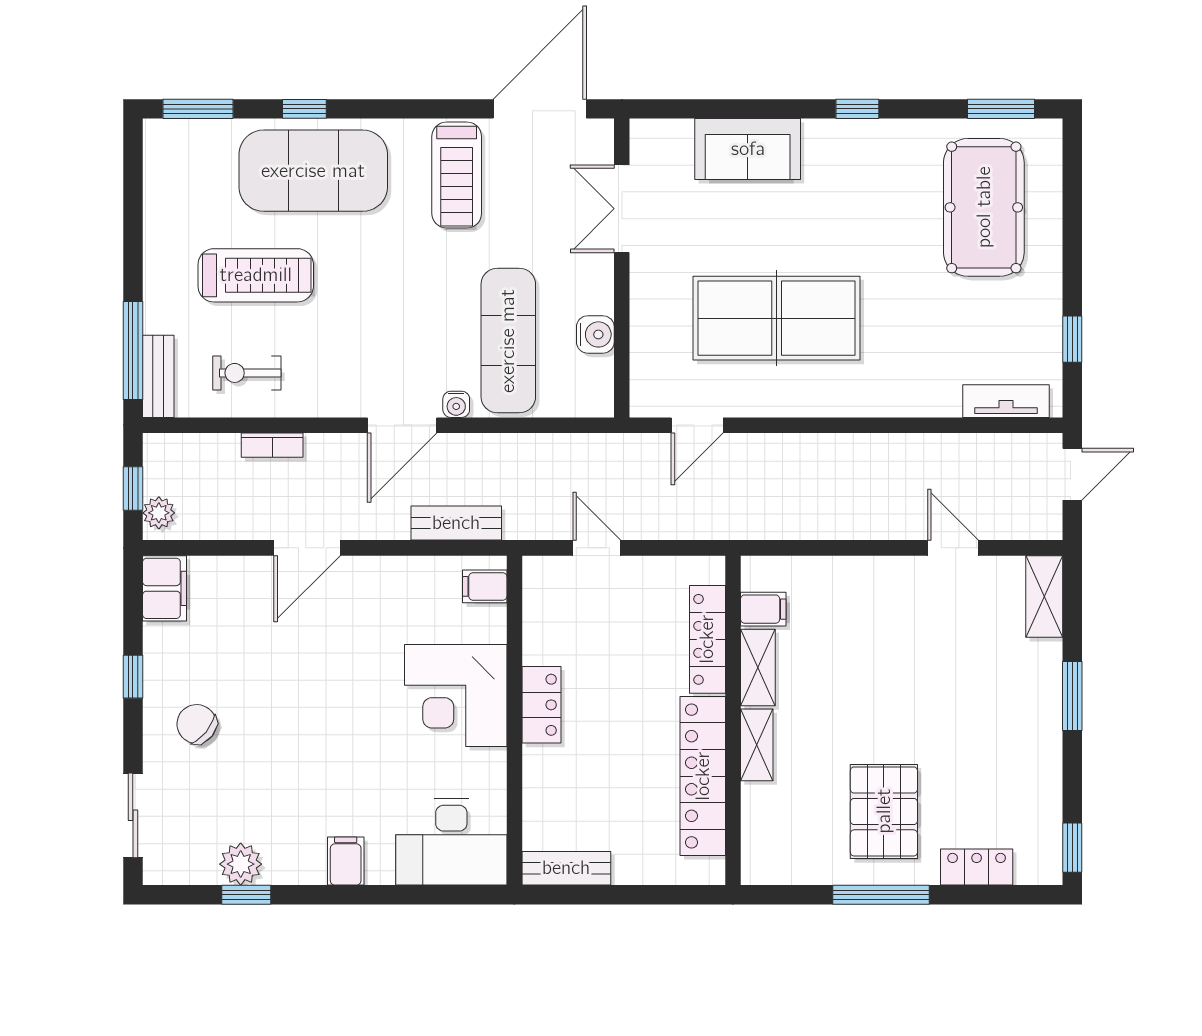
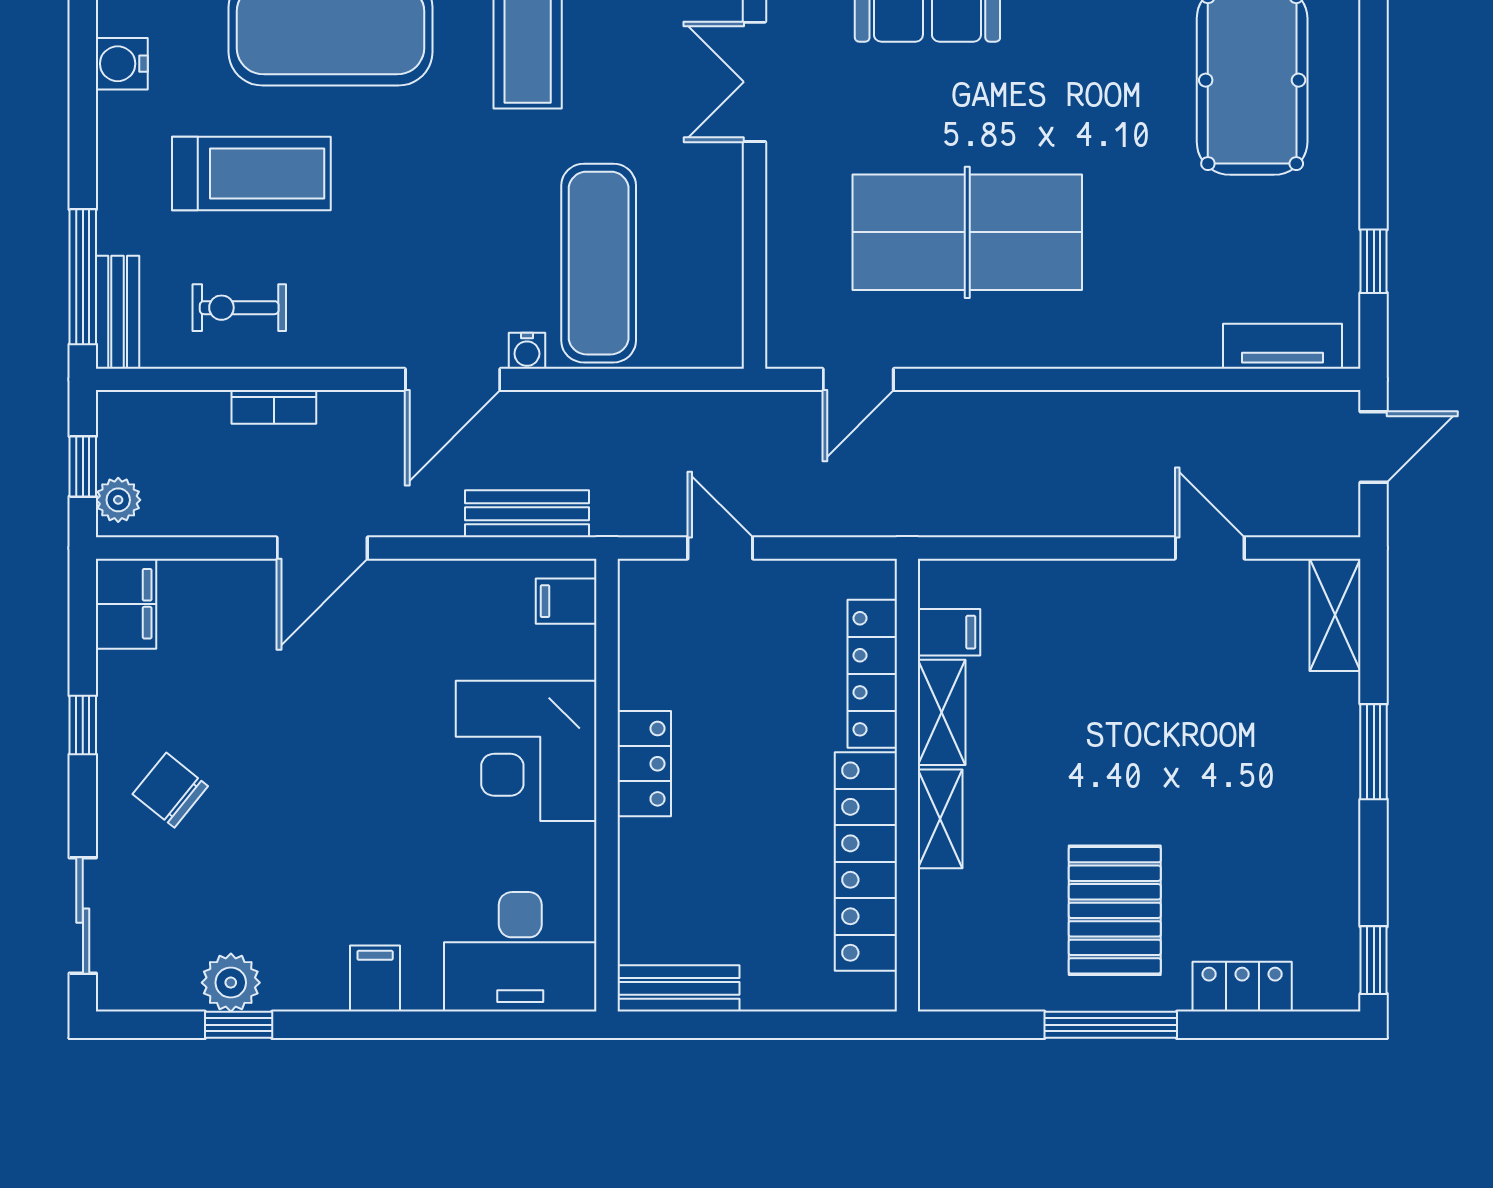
water cooler: (595, 334) -> (122, 64), moved, turned 180

